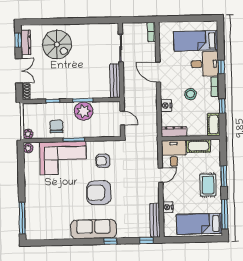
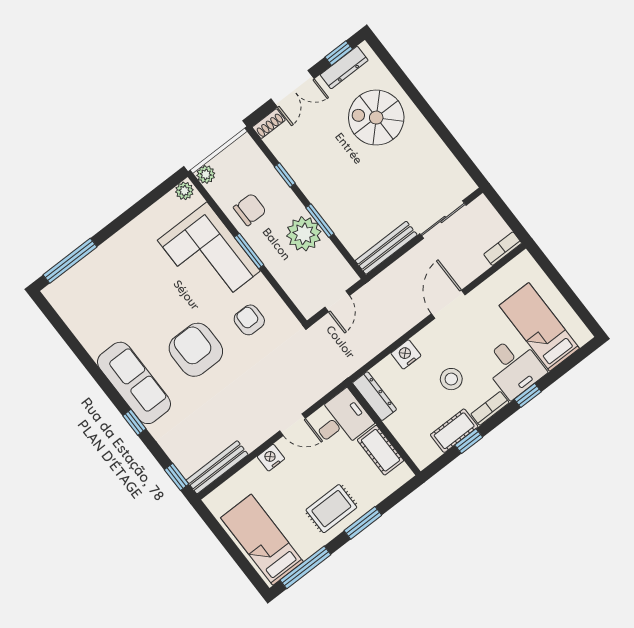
spiral stairs: (57, 44) -> (376, 118), turned 90
cot: (214, 125) -> (454, 431), moved
nightstand: (168, 207) -> (271, 458), moved

